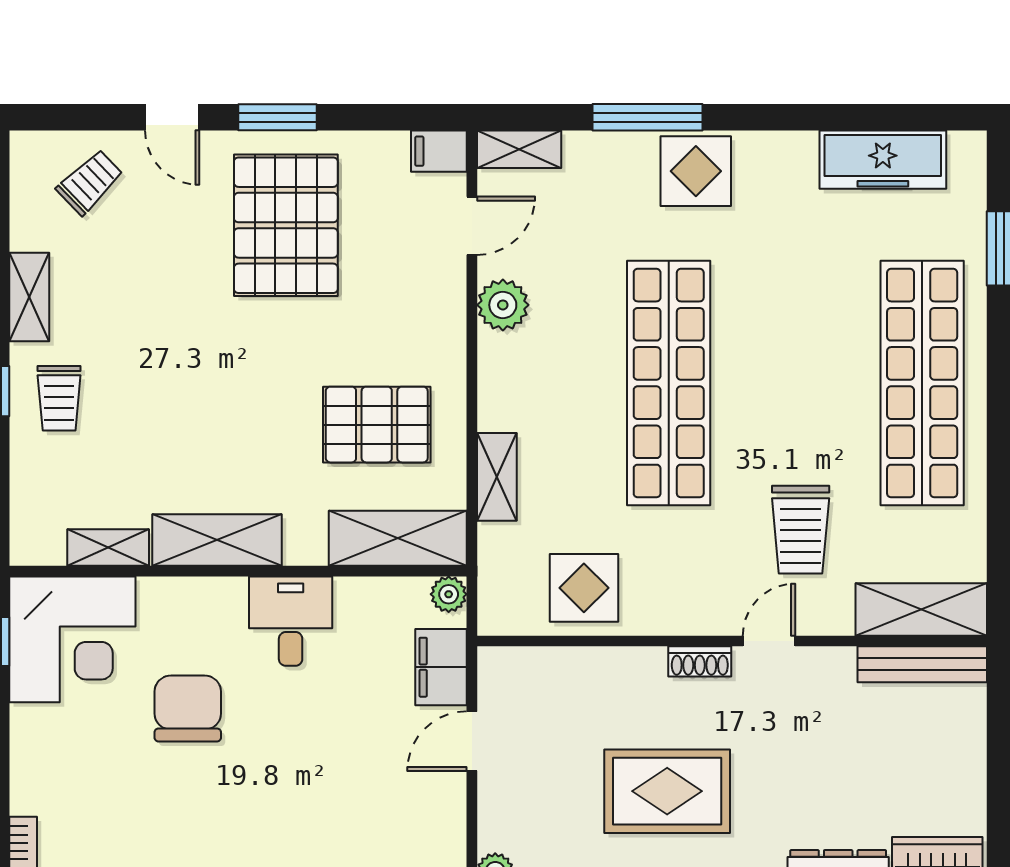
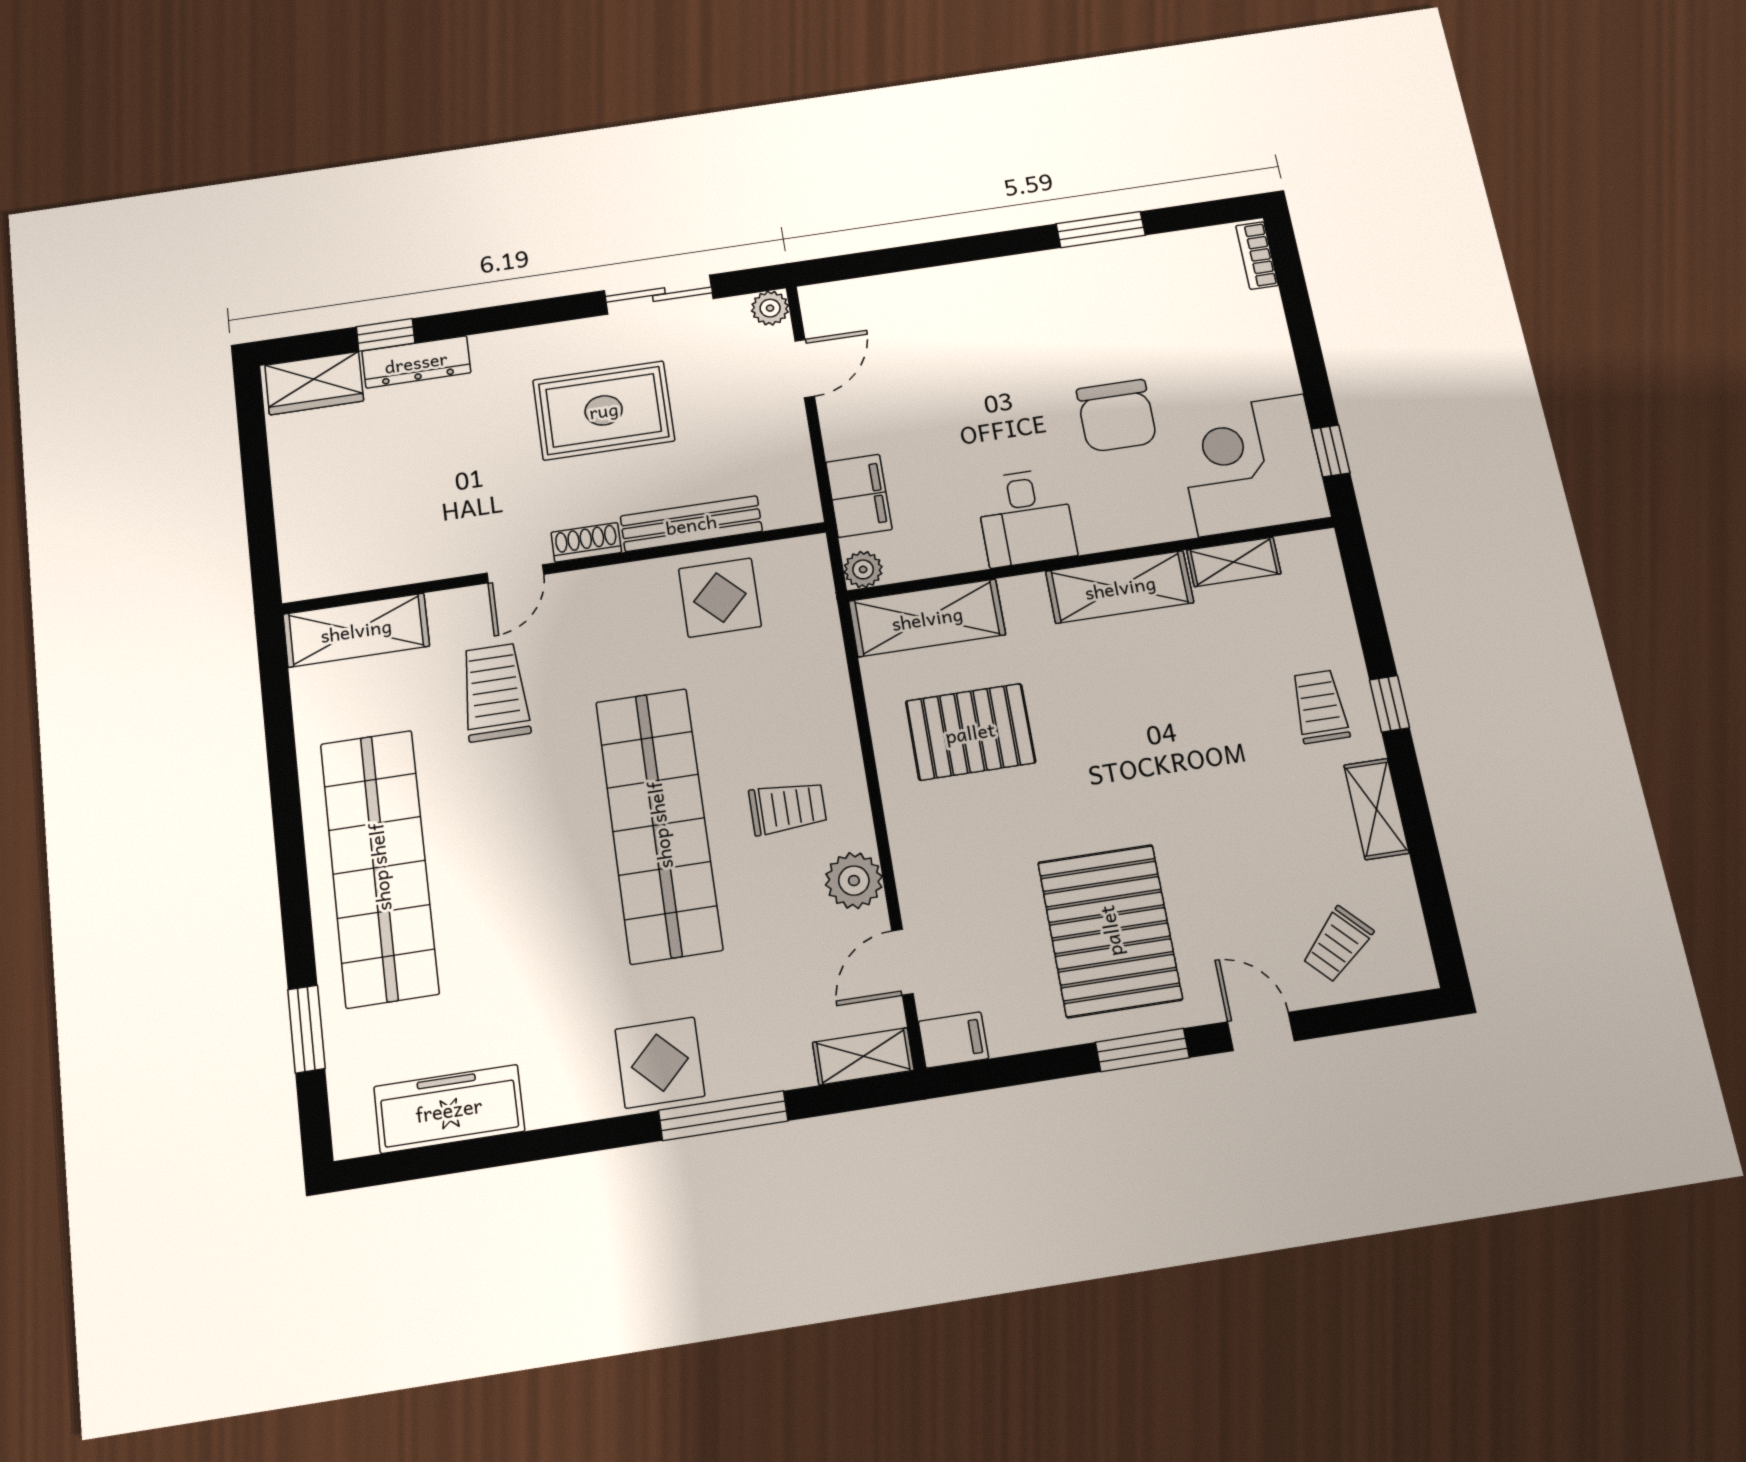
trolley: (551, 380) -> (788, 808), added
shelving: (497, 477) -> (831, 697), removed
bench: (922, 664) -> (691, 524), moved
door: (472, 741) -> (805, 369), moved

